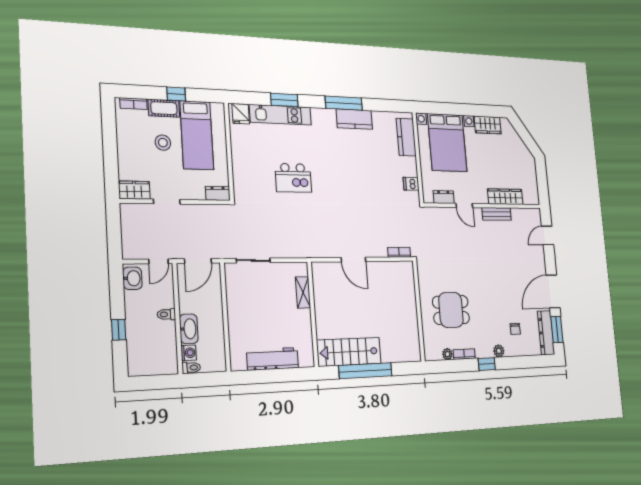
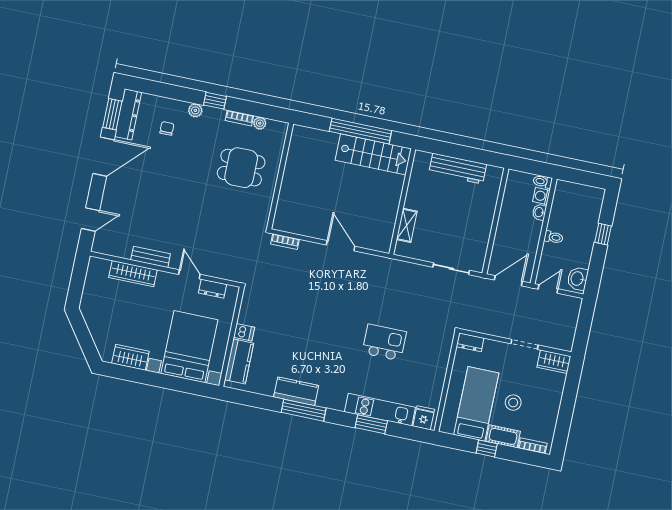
dishwasher: (411, 184) -> (244, 332), moved
washbasin: (189, 329) -> (539, 212), width x0.52, depth x0.69

